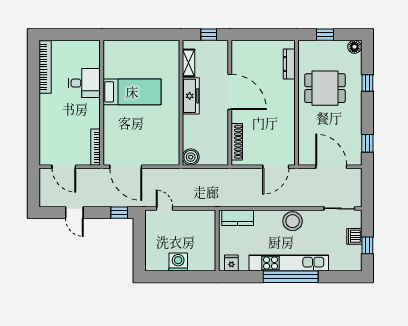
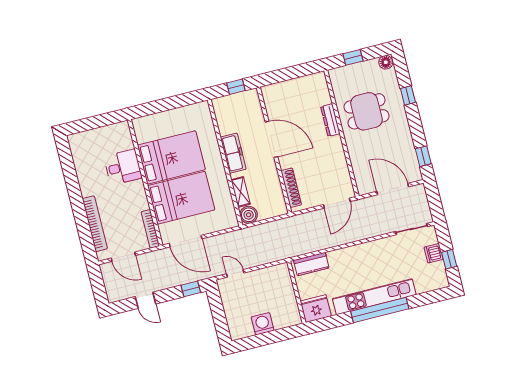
shelving: (189, 63) -> (241, 192), moved
dresser: (289, 64) -> (330, 120), moved
bookcase: (45, 67) -> (95, 224), moved
bed: (132, 92) -> (171, 157), width x1.50
bed: (132, 125) -> (181, 198), added
stool: (293, 221) -> (368, 254), removed
fridge: (231, 263) -> (316, 309), width x1.88, depth x1.34

